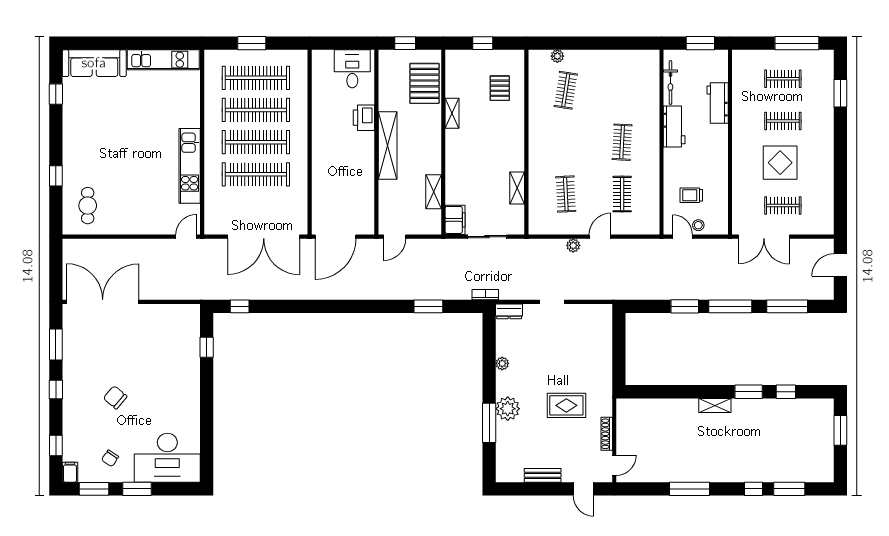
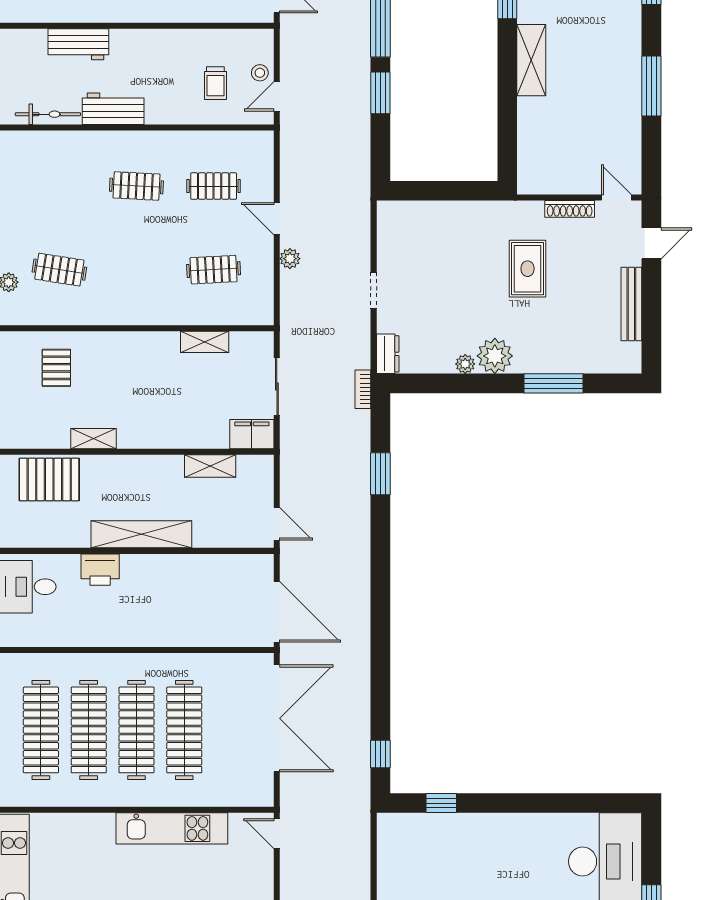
pallet: (500, 88) -> (56, 368), turned 90
shelving: (715, 406) -> (531, 60), width x1.50, depth x1.33
plant: (508, 409) -> (495, 356), moved
bench: (543, 475) -> (631, 304), width x1.36

